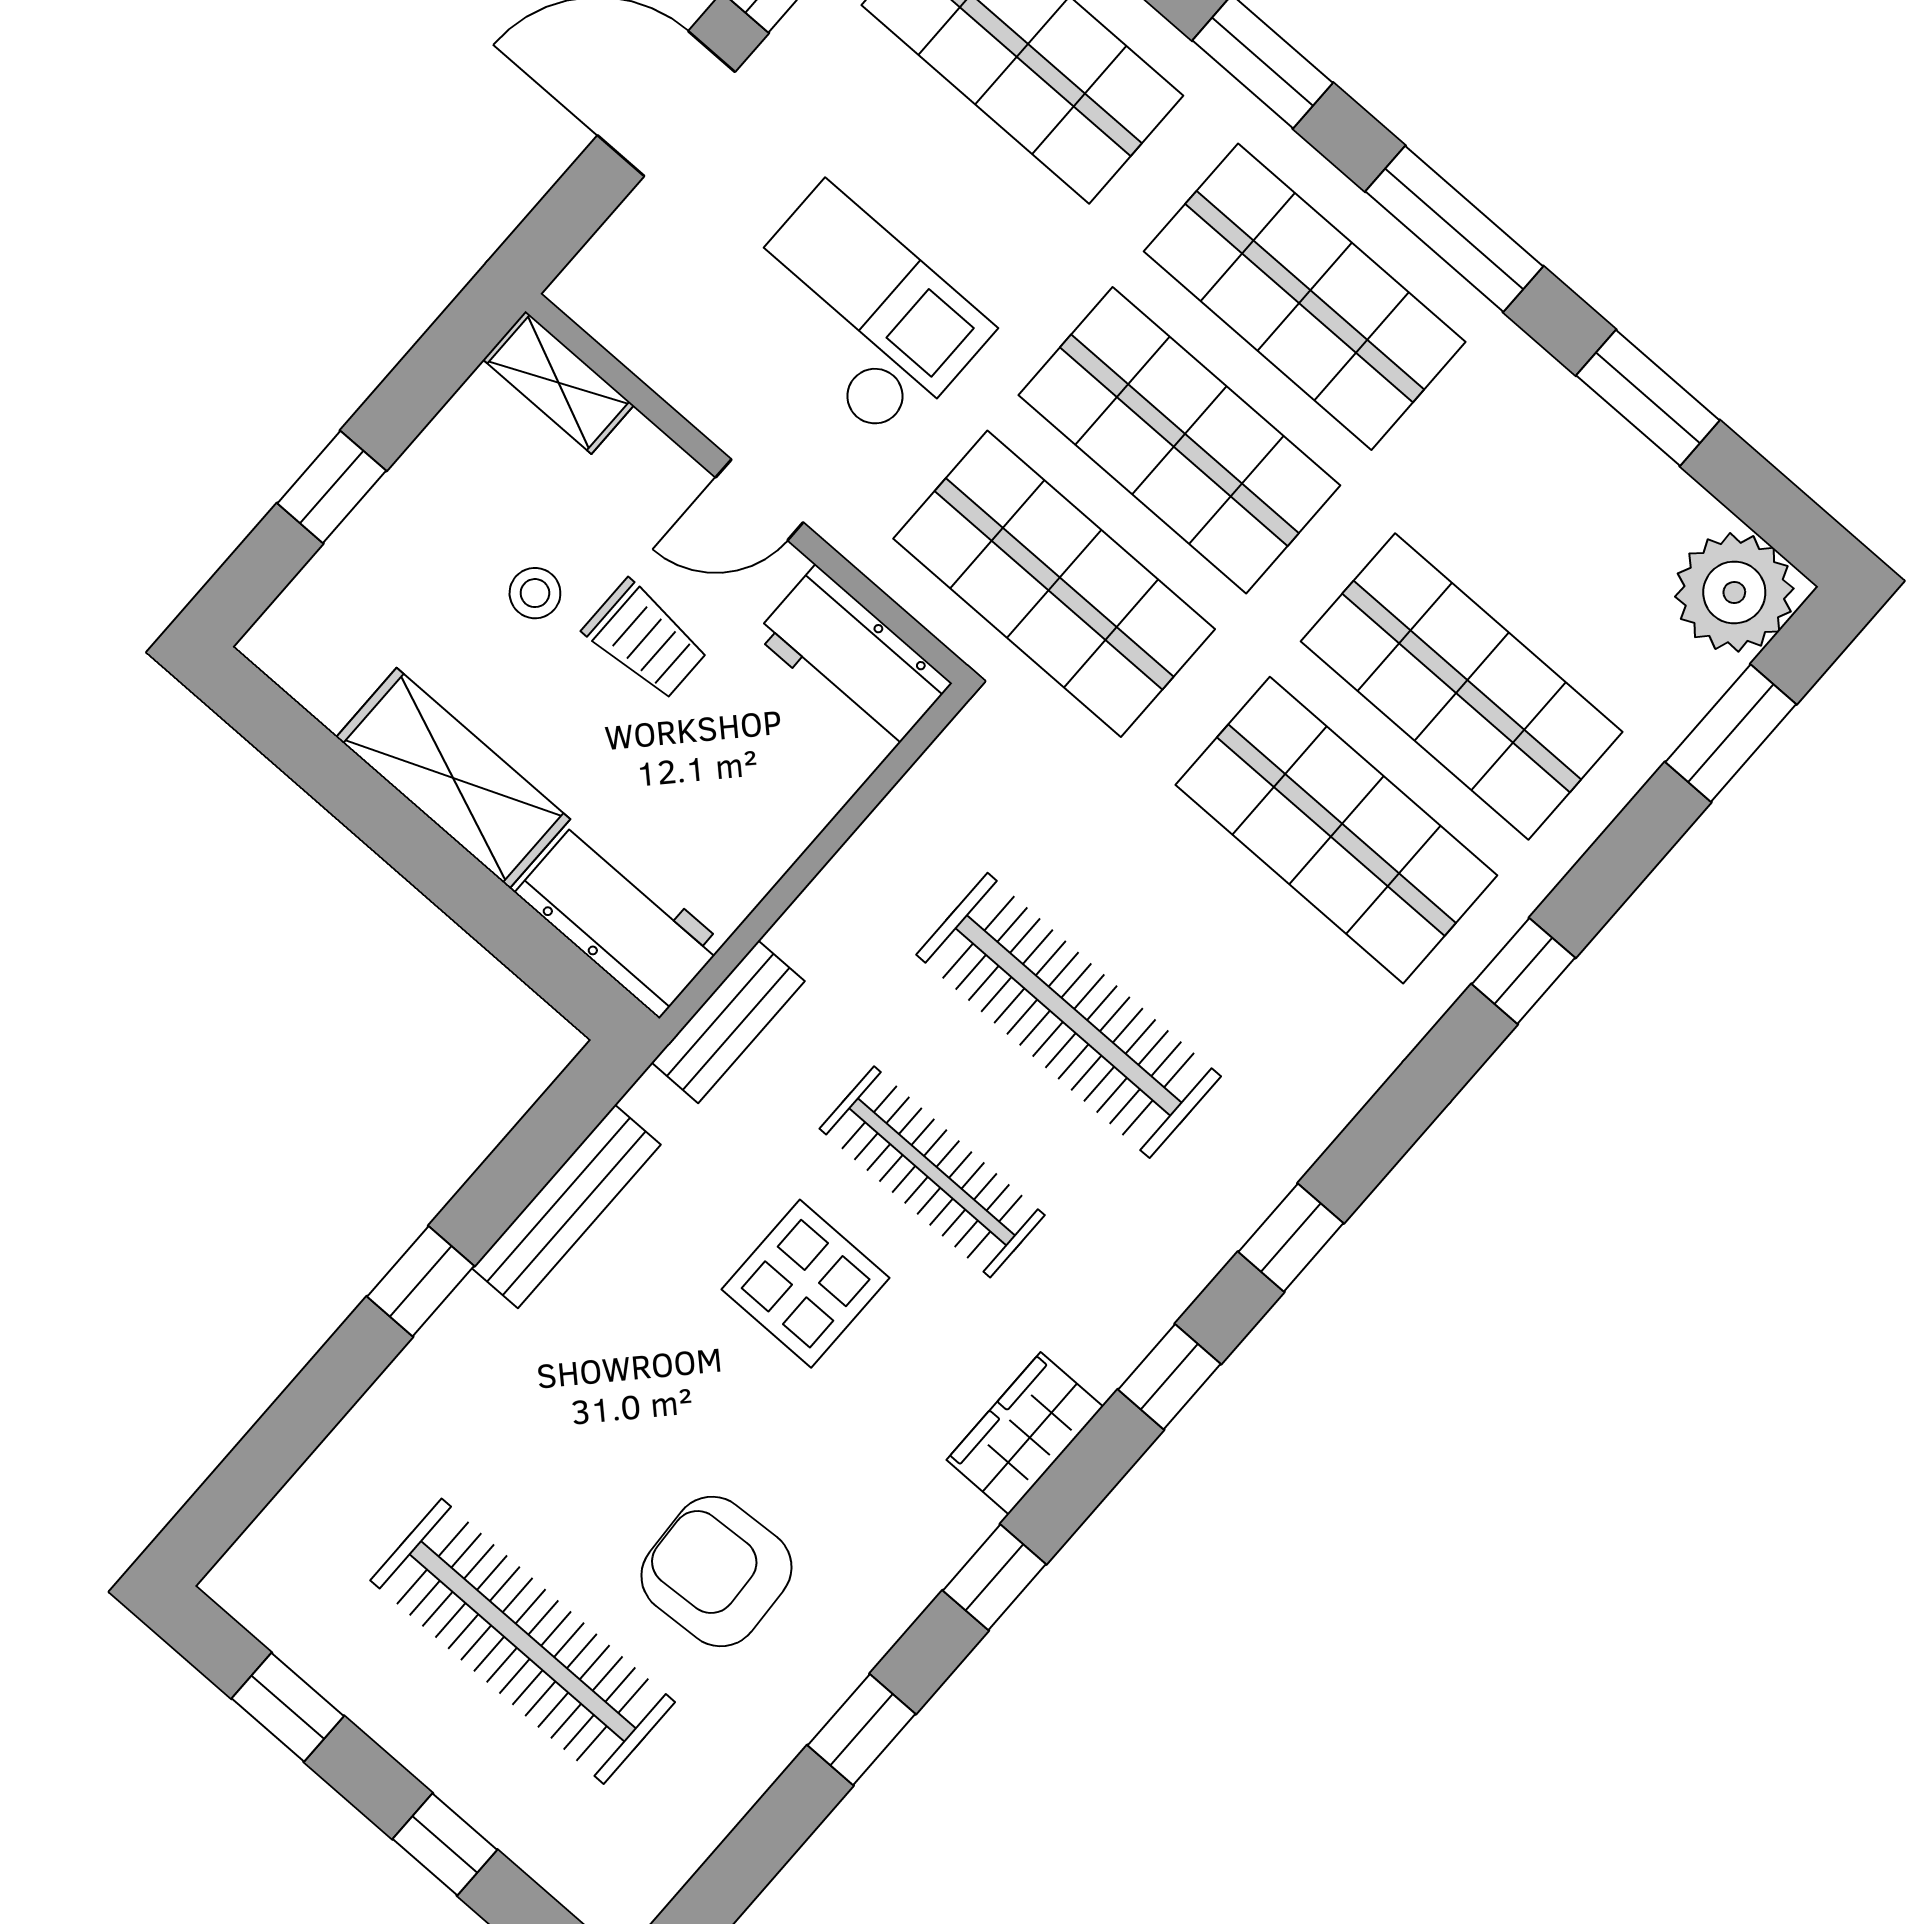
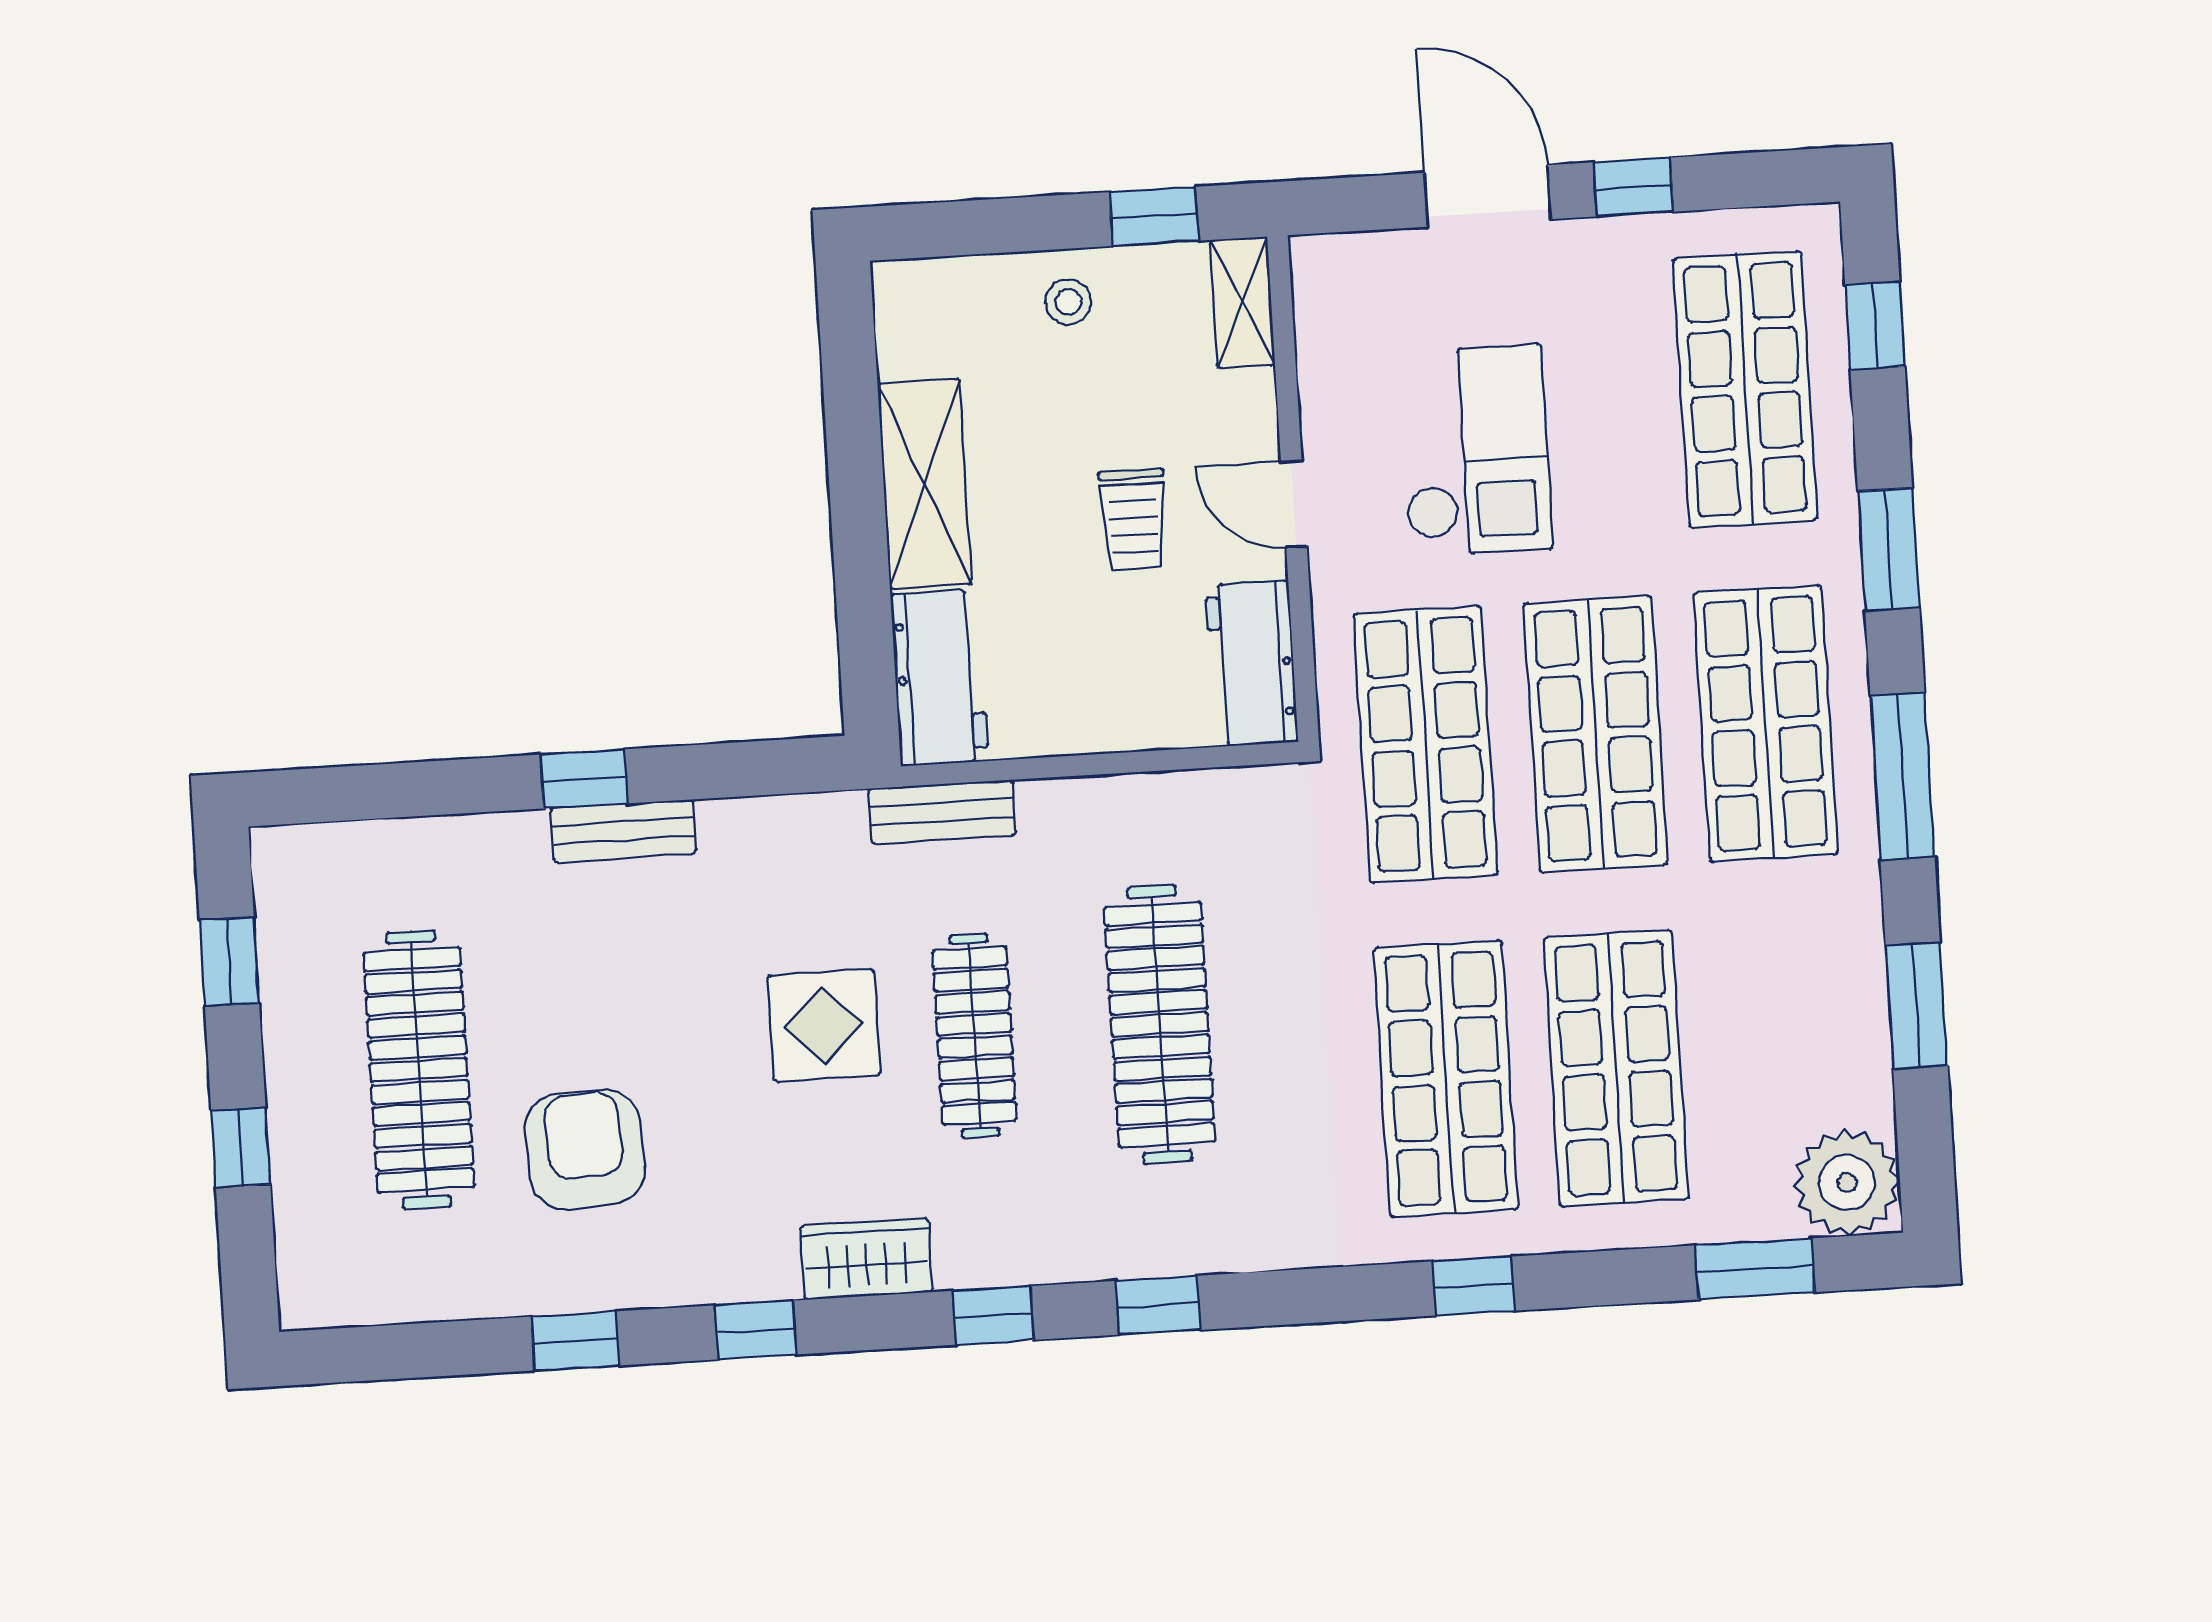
window: (332, 487) -> (1154, 216), moved
stool: (535, 593) -> (1068, 302), moved
bench: (566, 1207) -> (623, 831), moved, width x0.73

